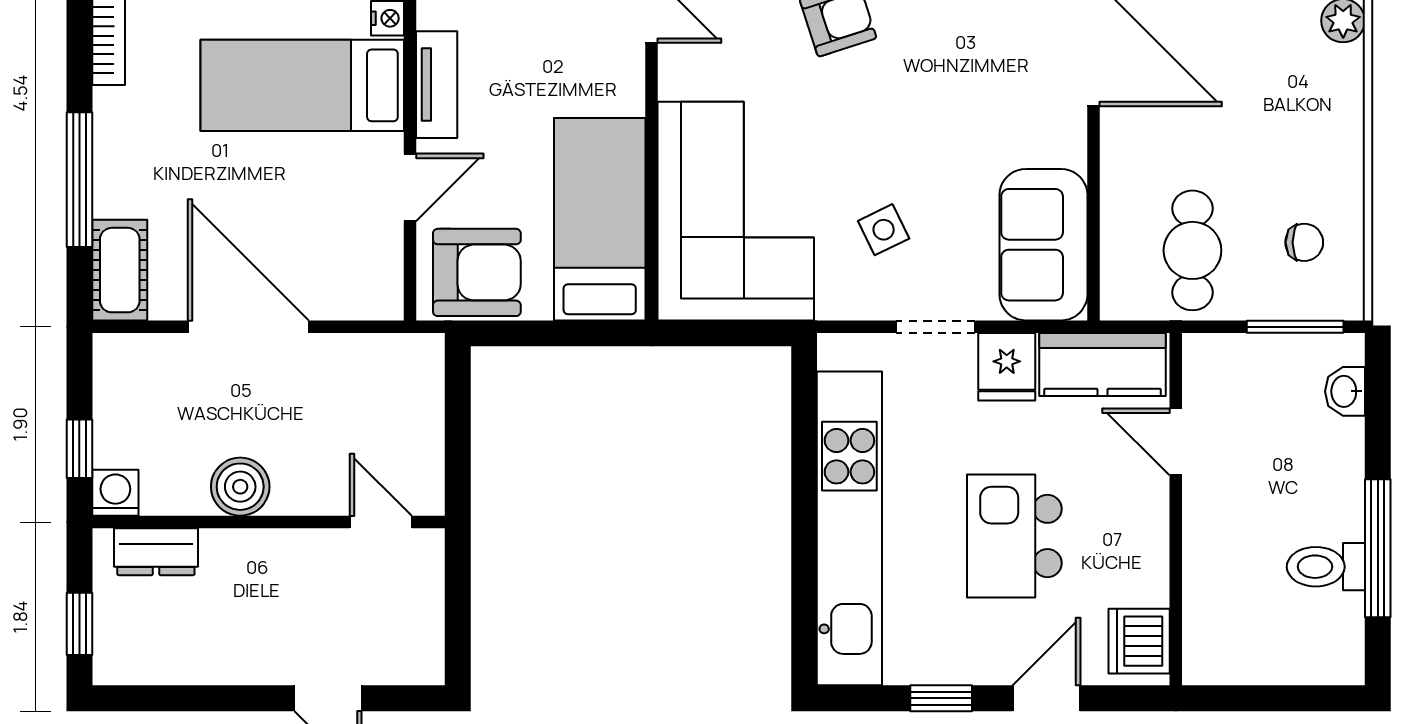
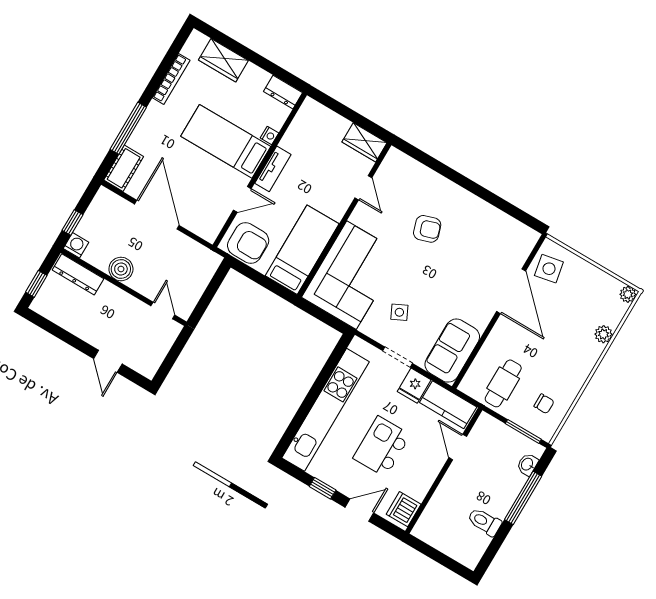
window: (1378, 548) -> (523, 498), moved
dresser: (156, 552) -> (78, 274), width x1.44

